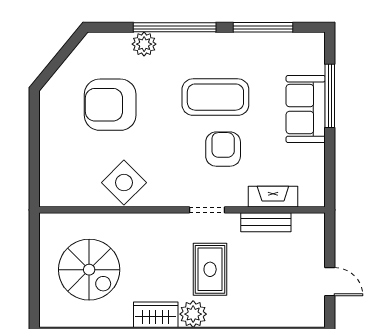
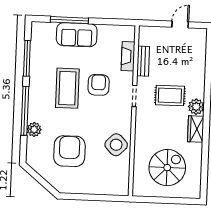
armchair: (110, 105) -> (69, 151), turned 180
armchair: (223, 149) -> (99, 85), turned 90

